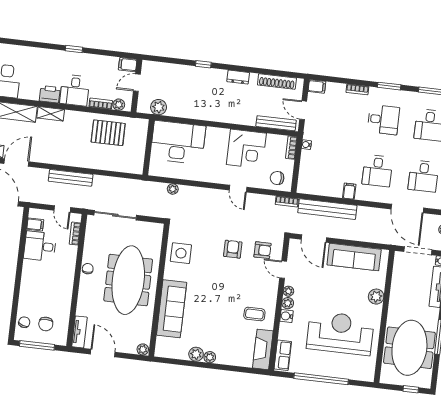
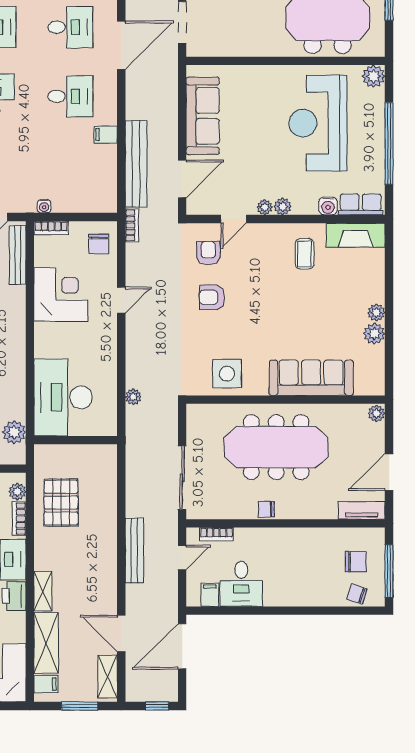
plant: (376, 297) -> (374, 76), moved
water cooler: (286, 316) -> (328, 206), moved

